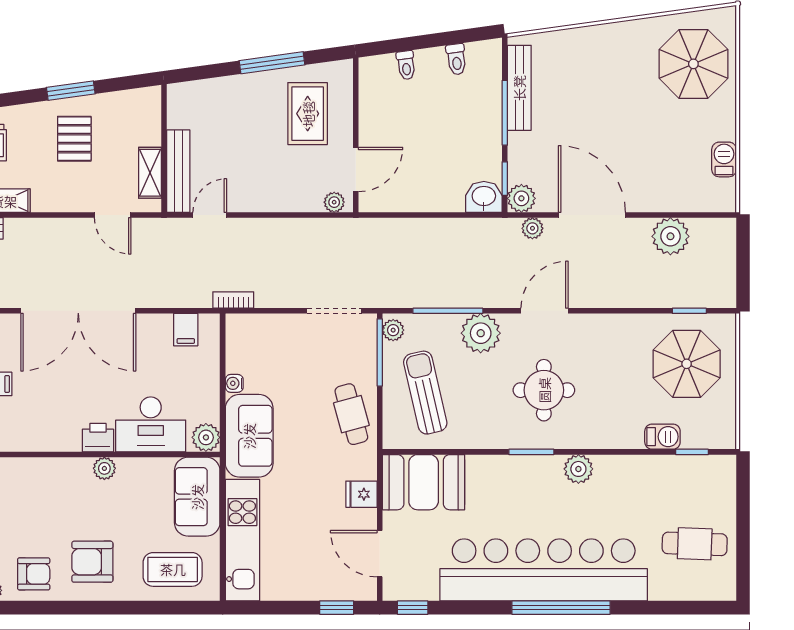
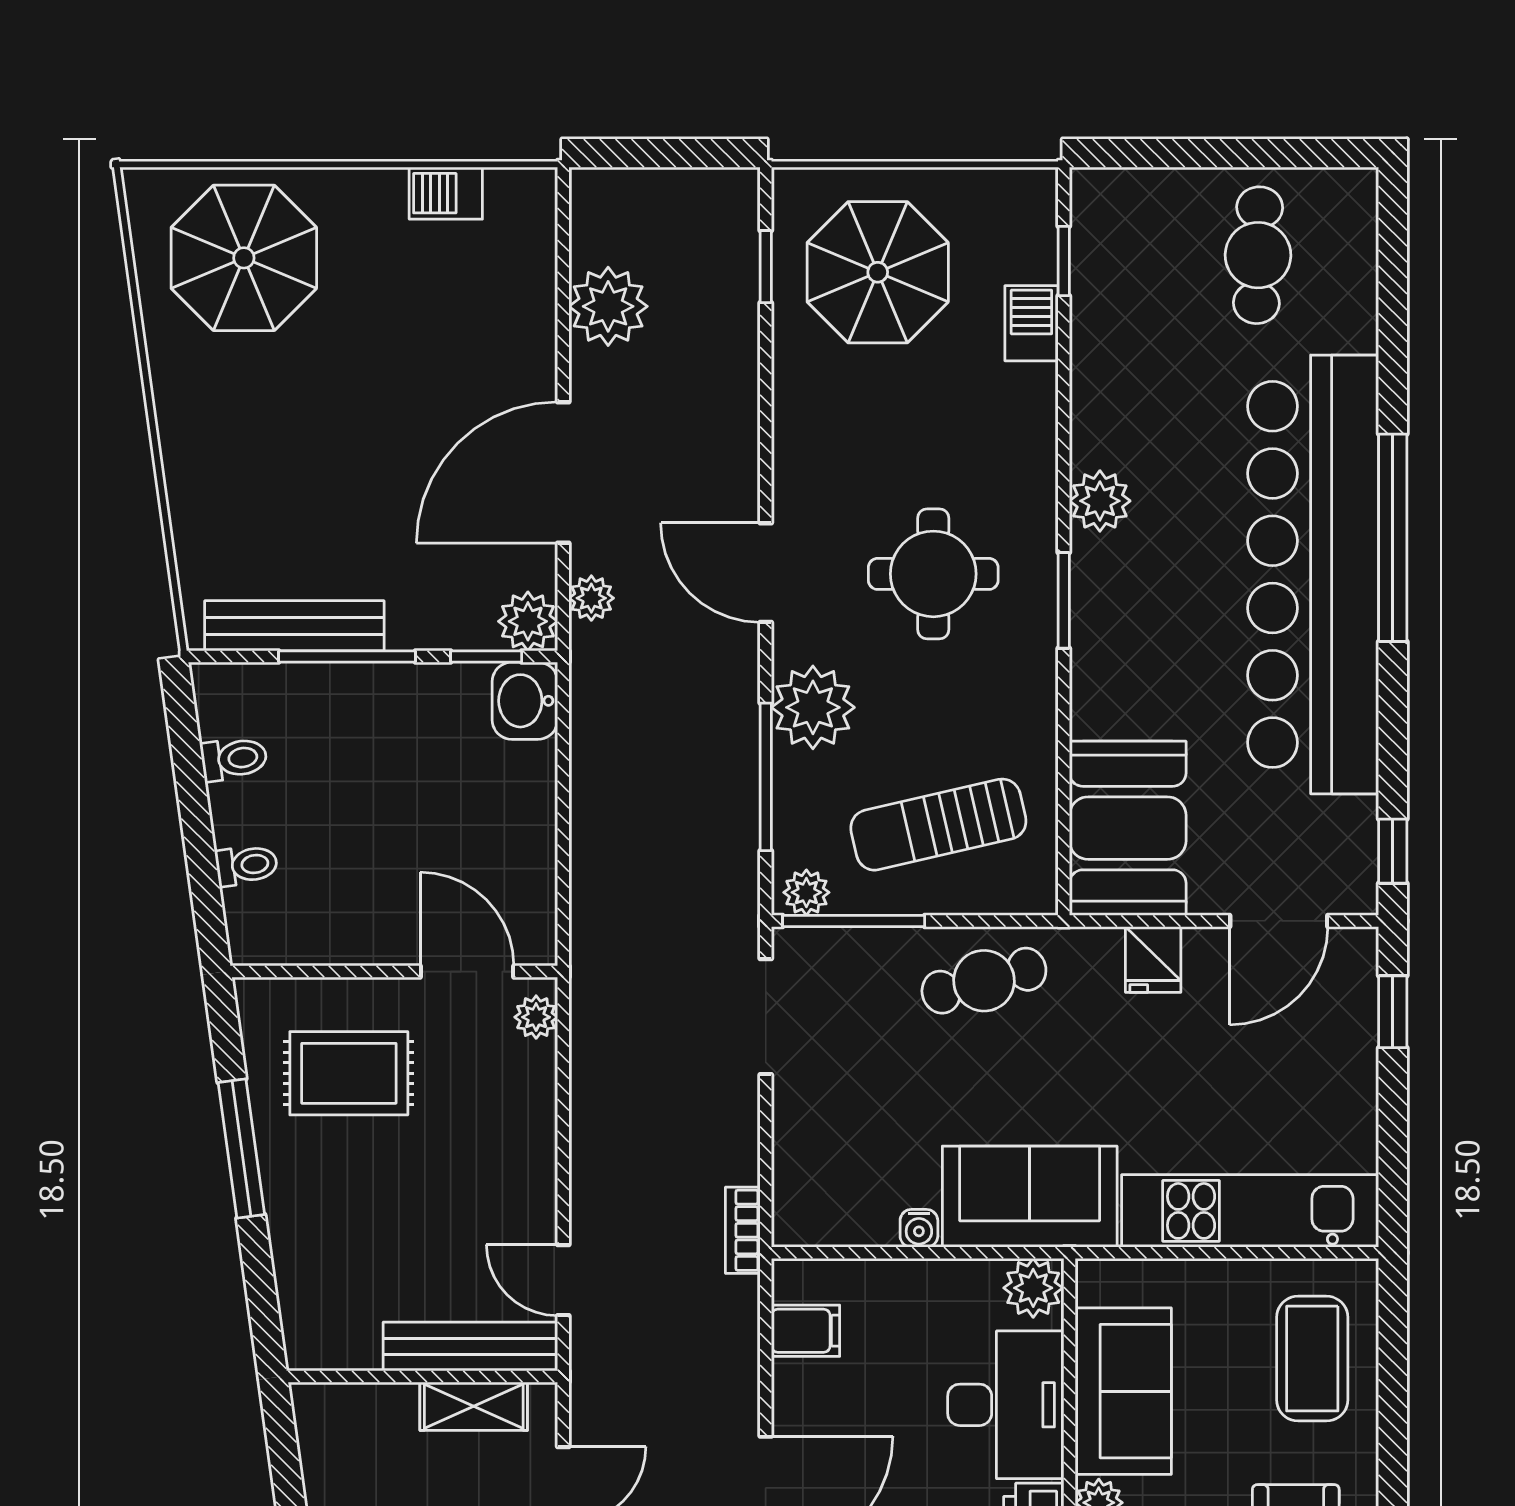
sofa: (197, 497) -> (1123, 1391), moved, turned -90

